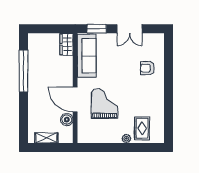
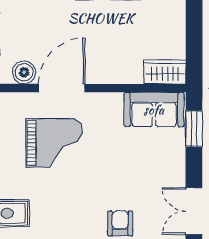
double door: (130, 29) -> (194, 211), moved
sofa: (87, 56) -> (154, 110), width x0.73

